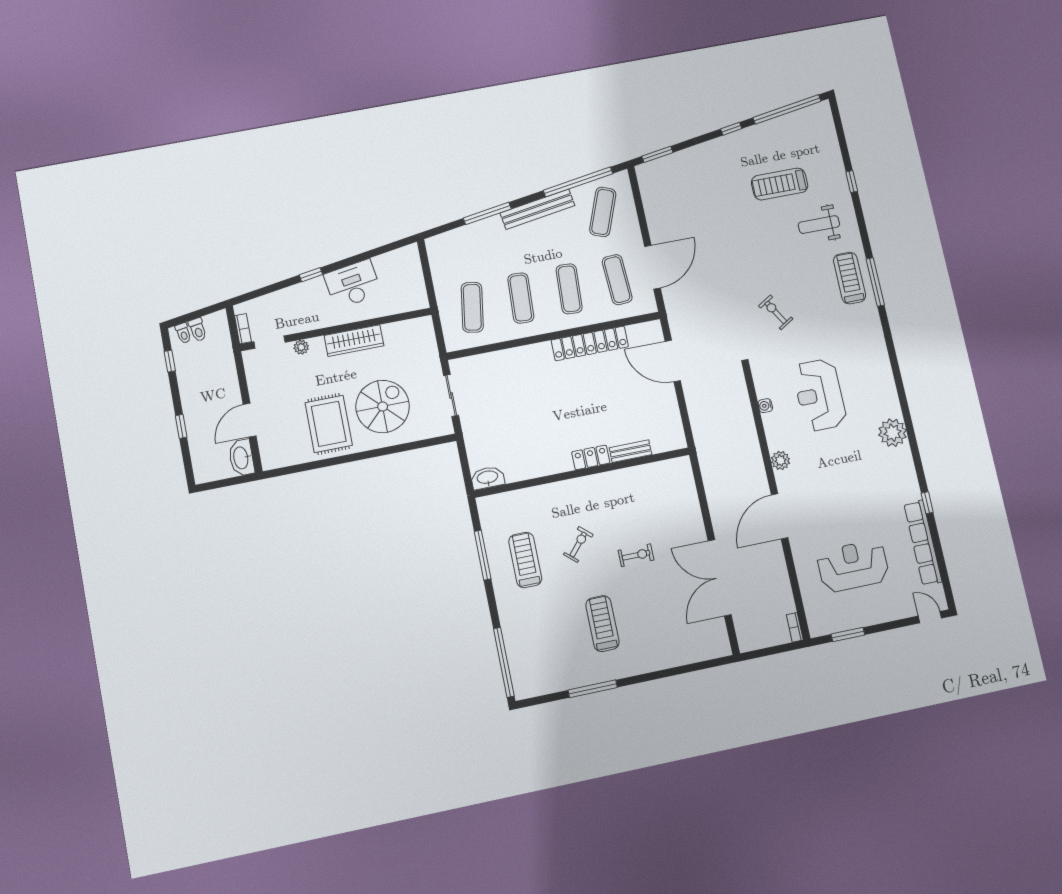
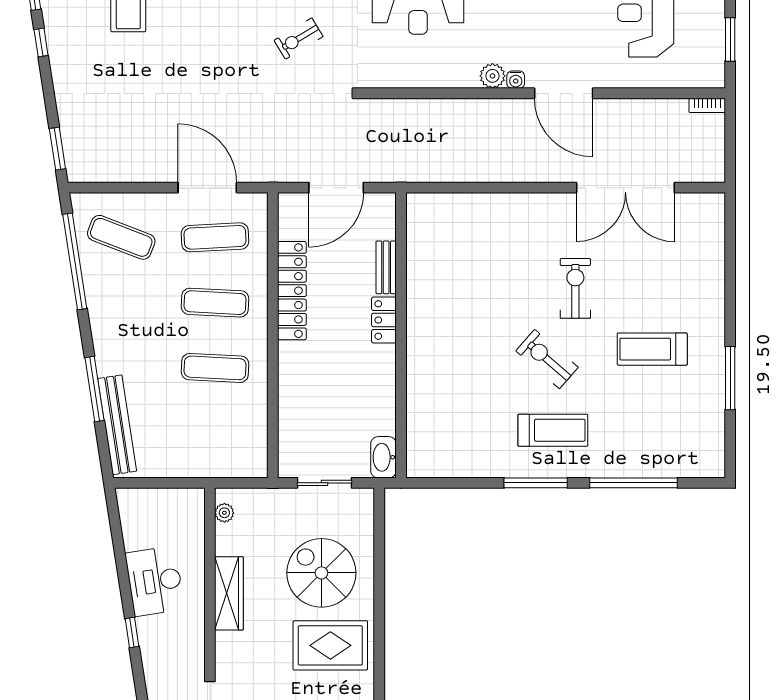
bench: (537, 209) -> (117, 425), moved
exercise mat: (472, 307) -> (215, 433), removed
plant: (301, 347) -> (224, 513), moved
water cooler: (765, 406) -> (516, 80), moved
bench: (630, 451) -> (386, 267), moved
locker: (591, 457) -> (384, 320), moved
wall: (582, 473) -> (401, 335), moved
washbasin: (488, 478) -> (383, 457), moved
exercise bike: (578, 545) -> (547, 359), width x1.38, depth x1.39
exercise bike: (636, 555) -> (575, 288), width x1.38, depth x1.39
treadmill: (525, 560) -> (553, 430), turned 180
window: (504, 662) -> (634, 483), moved

